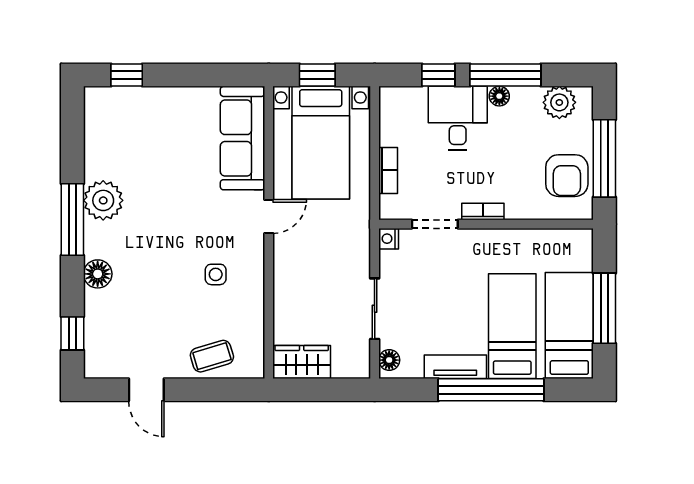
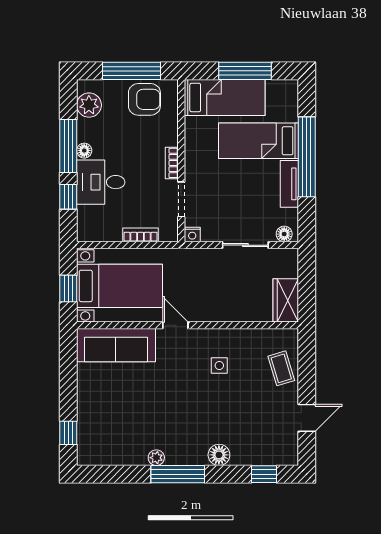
plant: (103, 200) -> (156, 458), width x0.53, depth x0.53
bed: (569, 325) -> (225, 97), moved, turned 180

